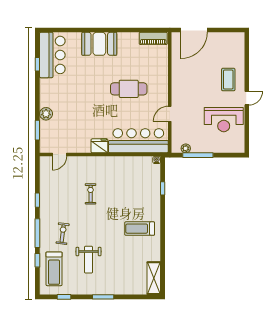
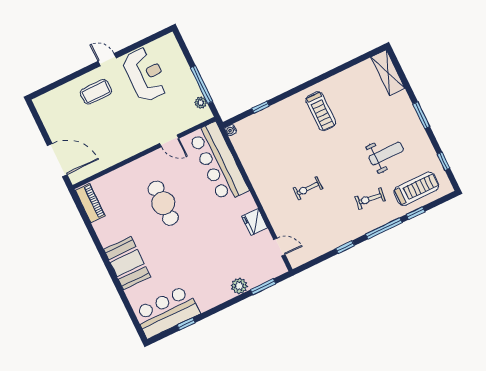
fridge: (99, 146) -> (255, 222), moved
shelving: (154, 278) -> (388, 73), moved, turned 90

